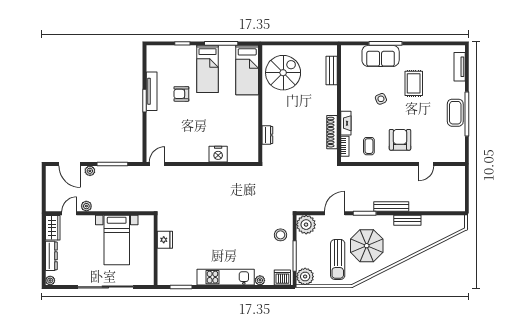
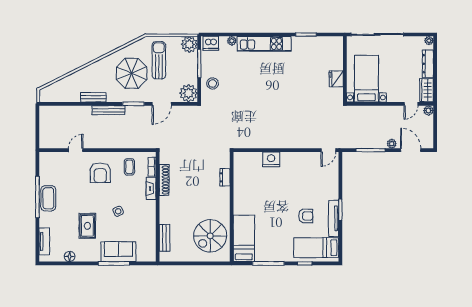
floor lamp: (433, 51) -> (70, 256), added
bed: (208, 69) -> (316, 248), moved, turned -90
plant: (86, 206) -> (428, 111), moved
fridge: (165, 240) -> (336, 79), moved
wall: (156, 250) -> (345, 69), moved

